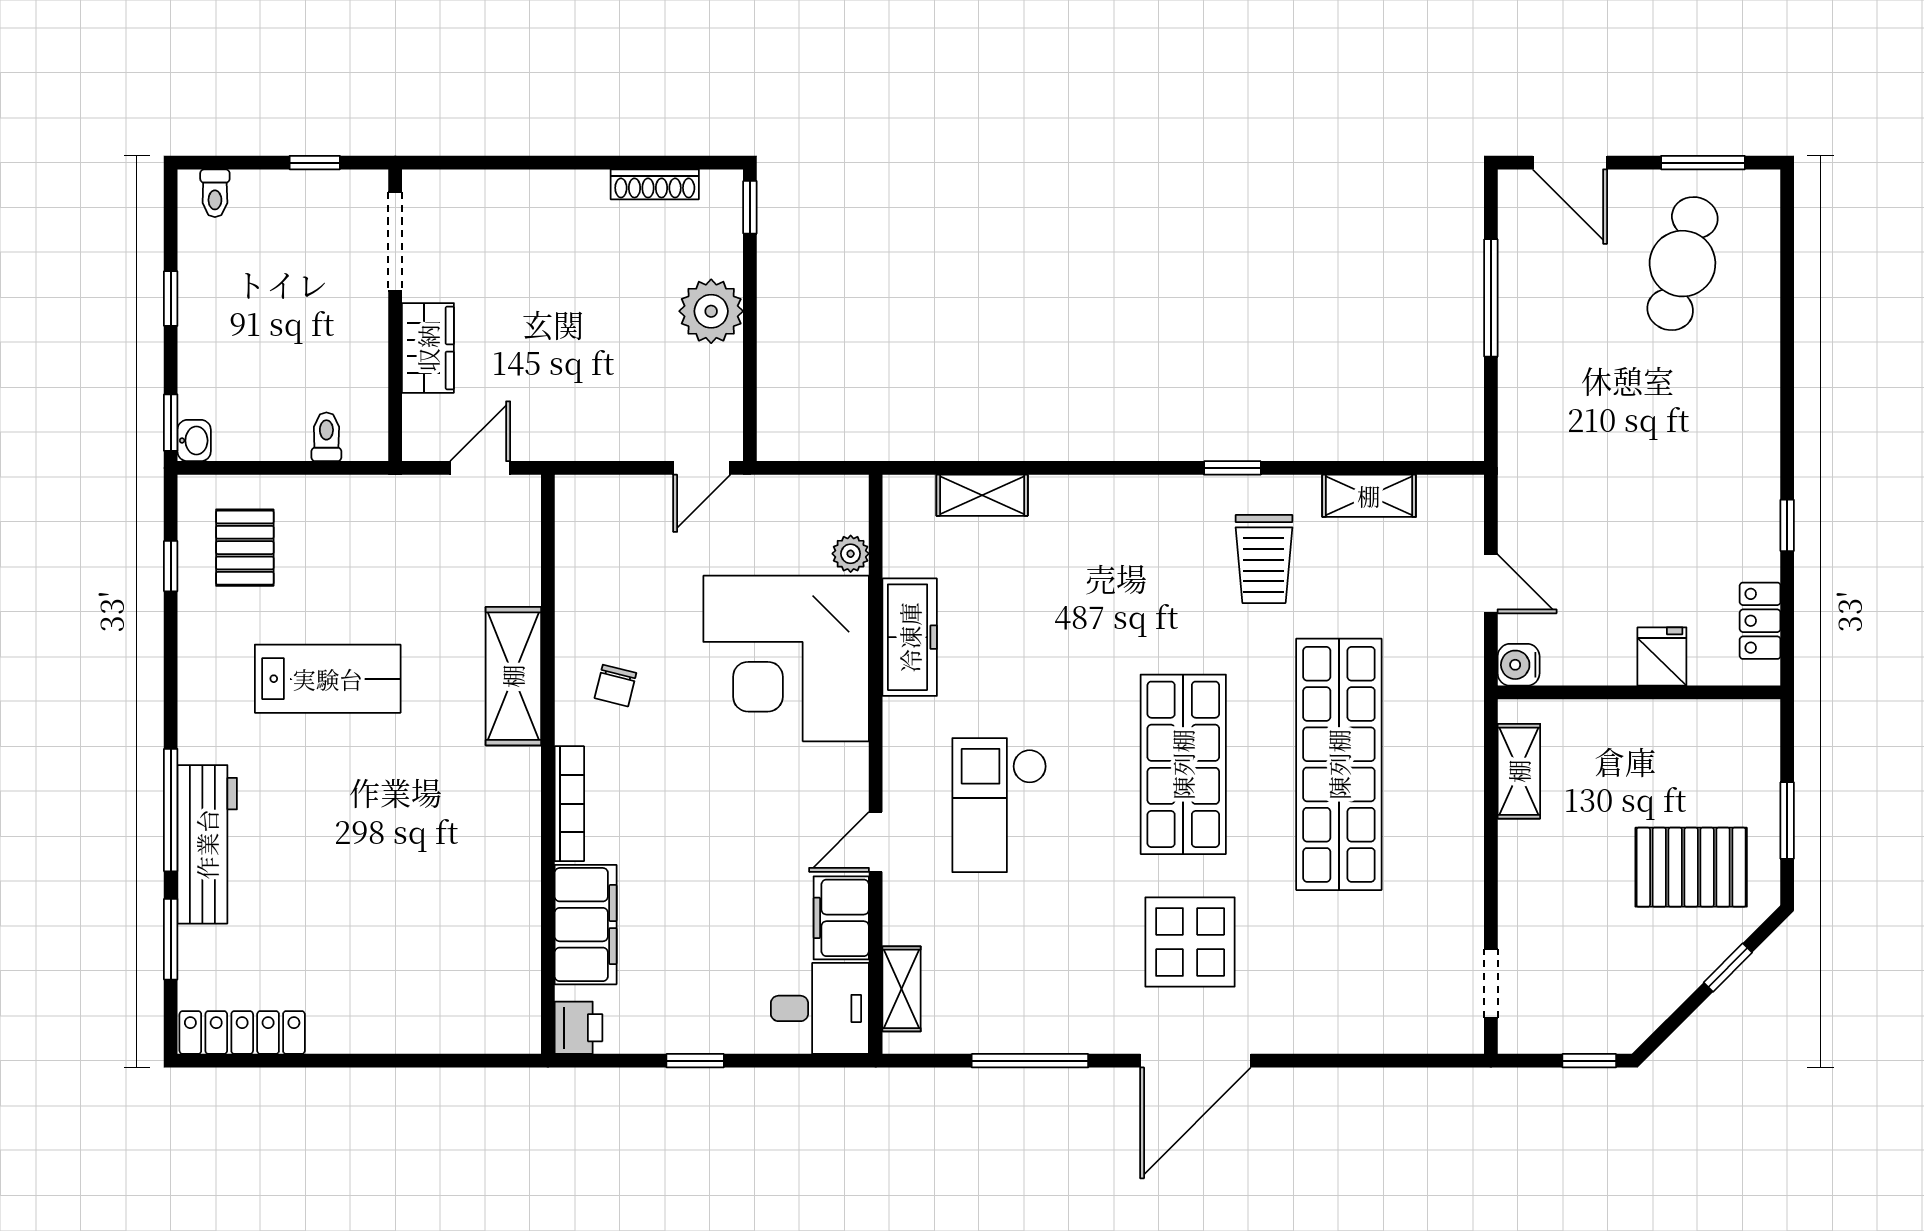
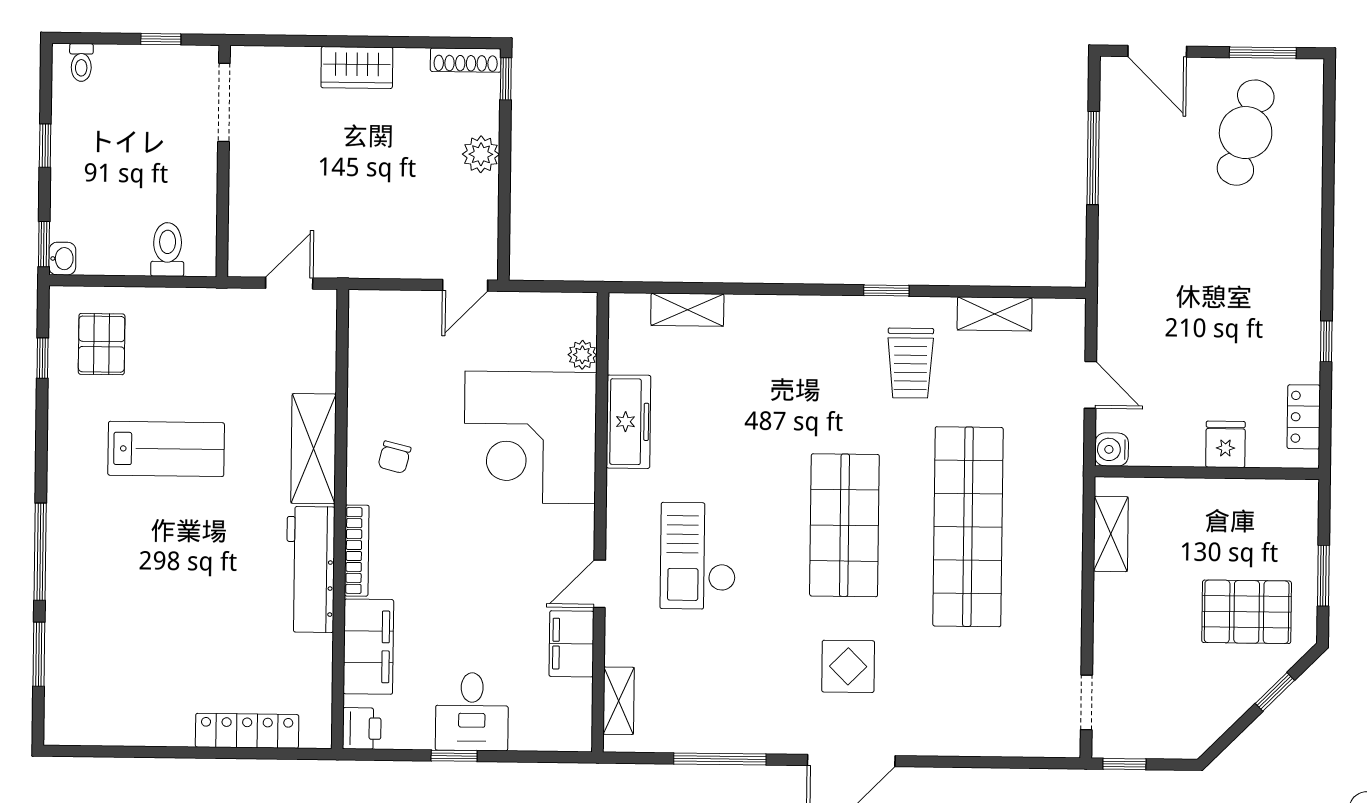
shoe rack: (655, 184) -> (466, 60), moved
plant: (711, 311) -> (481, 154), width x0.73, depth x0.73
wardrobe: (428, 348) -> (357, 68), moved, turned 90
toilet: (326, 437) -> (167, 249), width x1.37, depth x1.39
workbench: (207, 844) -> (310, 569), moved, turned 180
display table: (1190, 942) -> (848, 666), width x0.73, depth x0.73
desk: (820, 1008) -> (472, 712), moved, turned 90
locker: (242, 1033) -> (247, 731), moved
window: (1589, 1061) -> (1124, 764), moved

